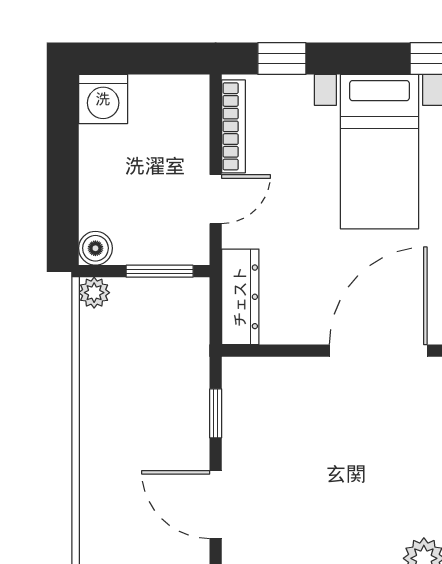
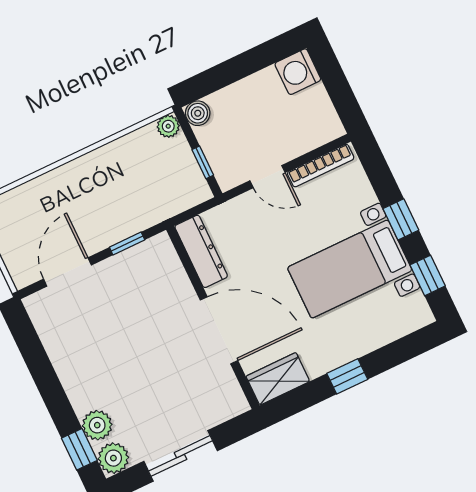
window: (282, 59) -> (401, 219), moved
window: (160, 271) -> (203, 162), width x0.67
dresser: (240, 297) -> (201, 251), moved, turned -90

